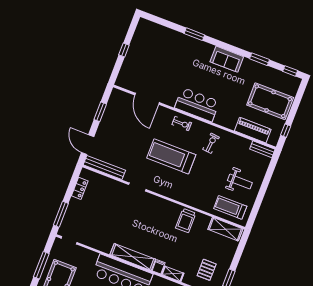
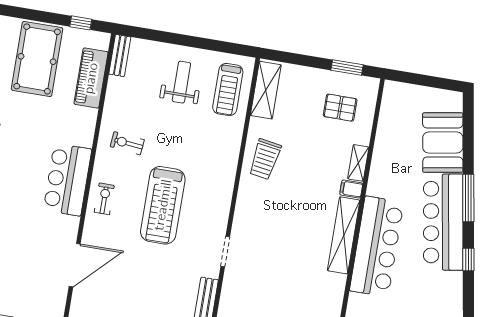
trolley: (186, 221) -> (265, 159), turned 99

